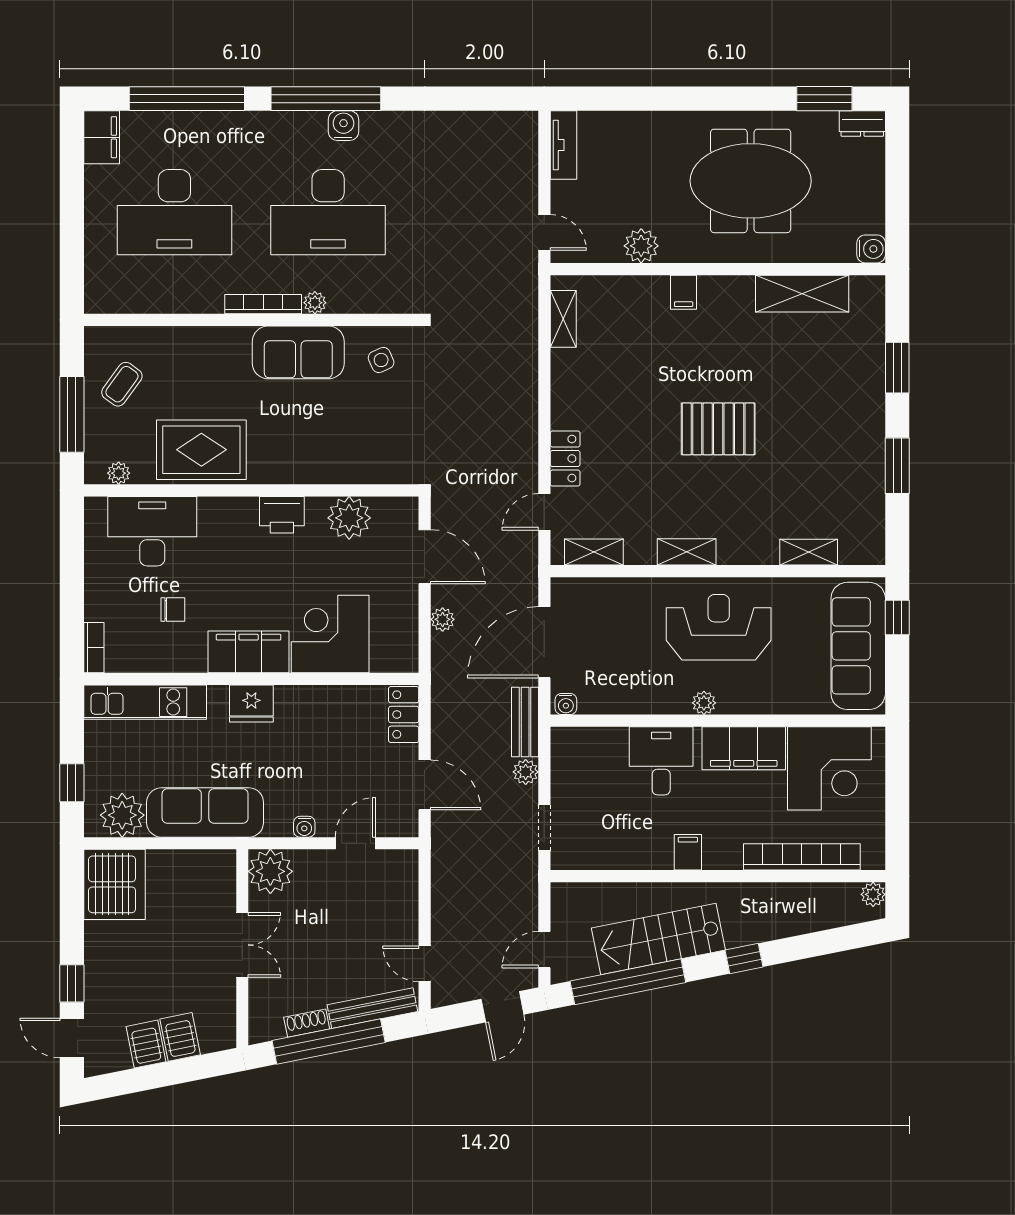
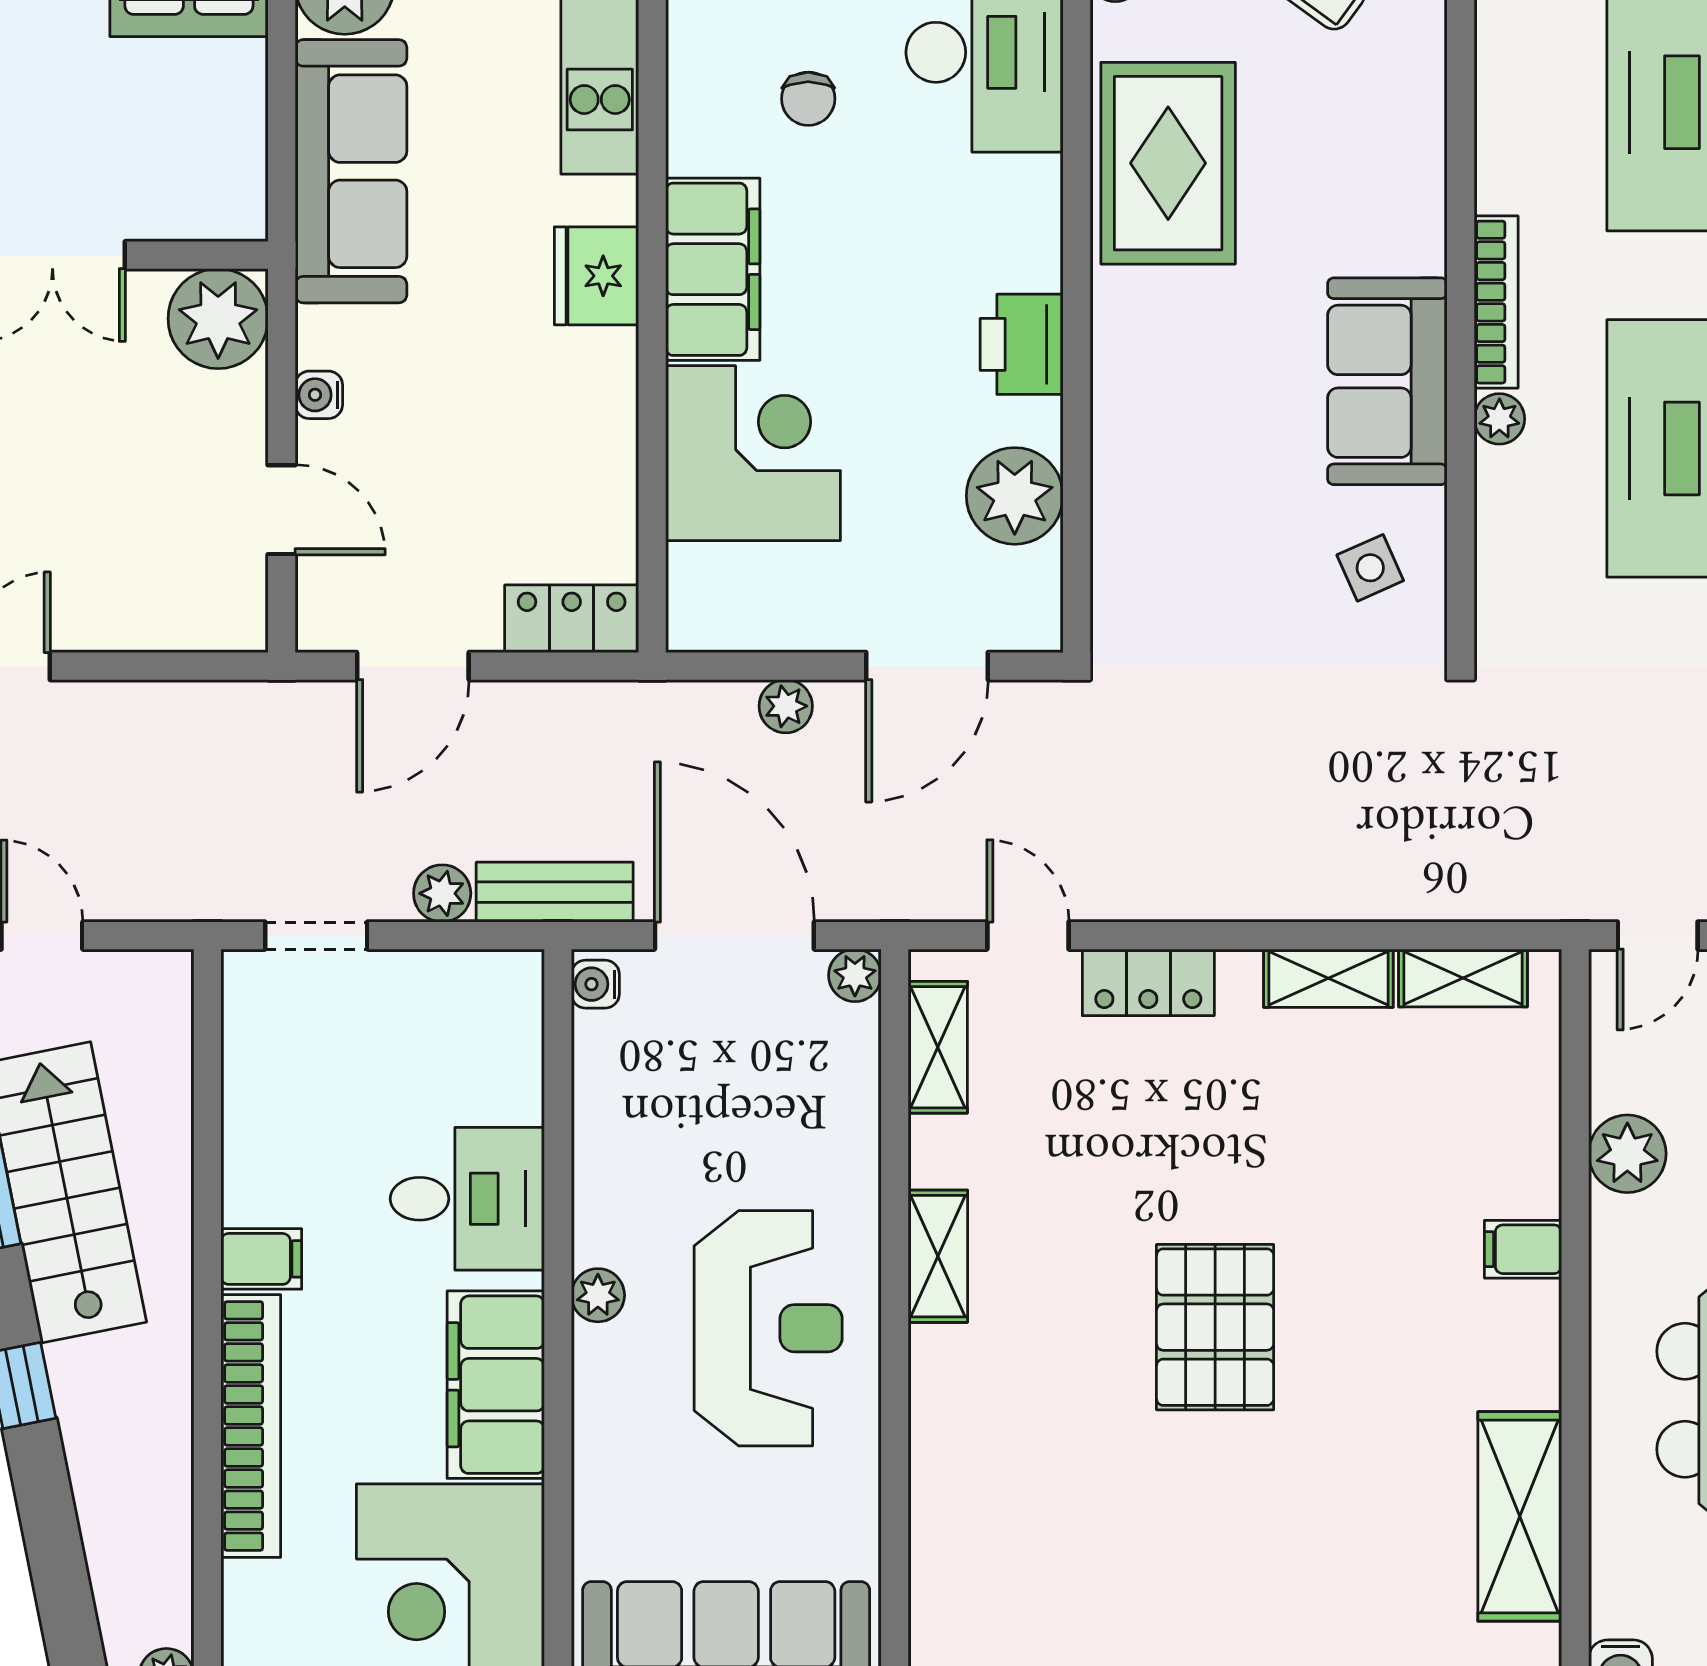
shelving: (809, 552) -> (1328, 978), moved, turned 90
plant: (562, 589) -> (855, 975), added
bookcase: (802, 857) -> (251, 1426), moved

